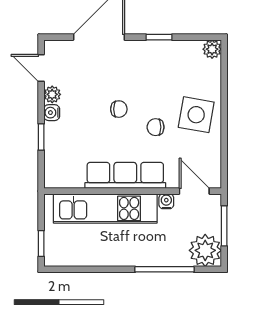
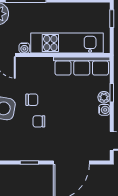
plant: (52, 94) -> (104, 97), moved
chair: (119, 109) -> (39, 121), moved
row of seats: (125, 175) -> (82, 66), moved

